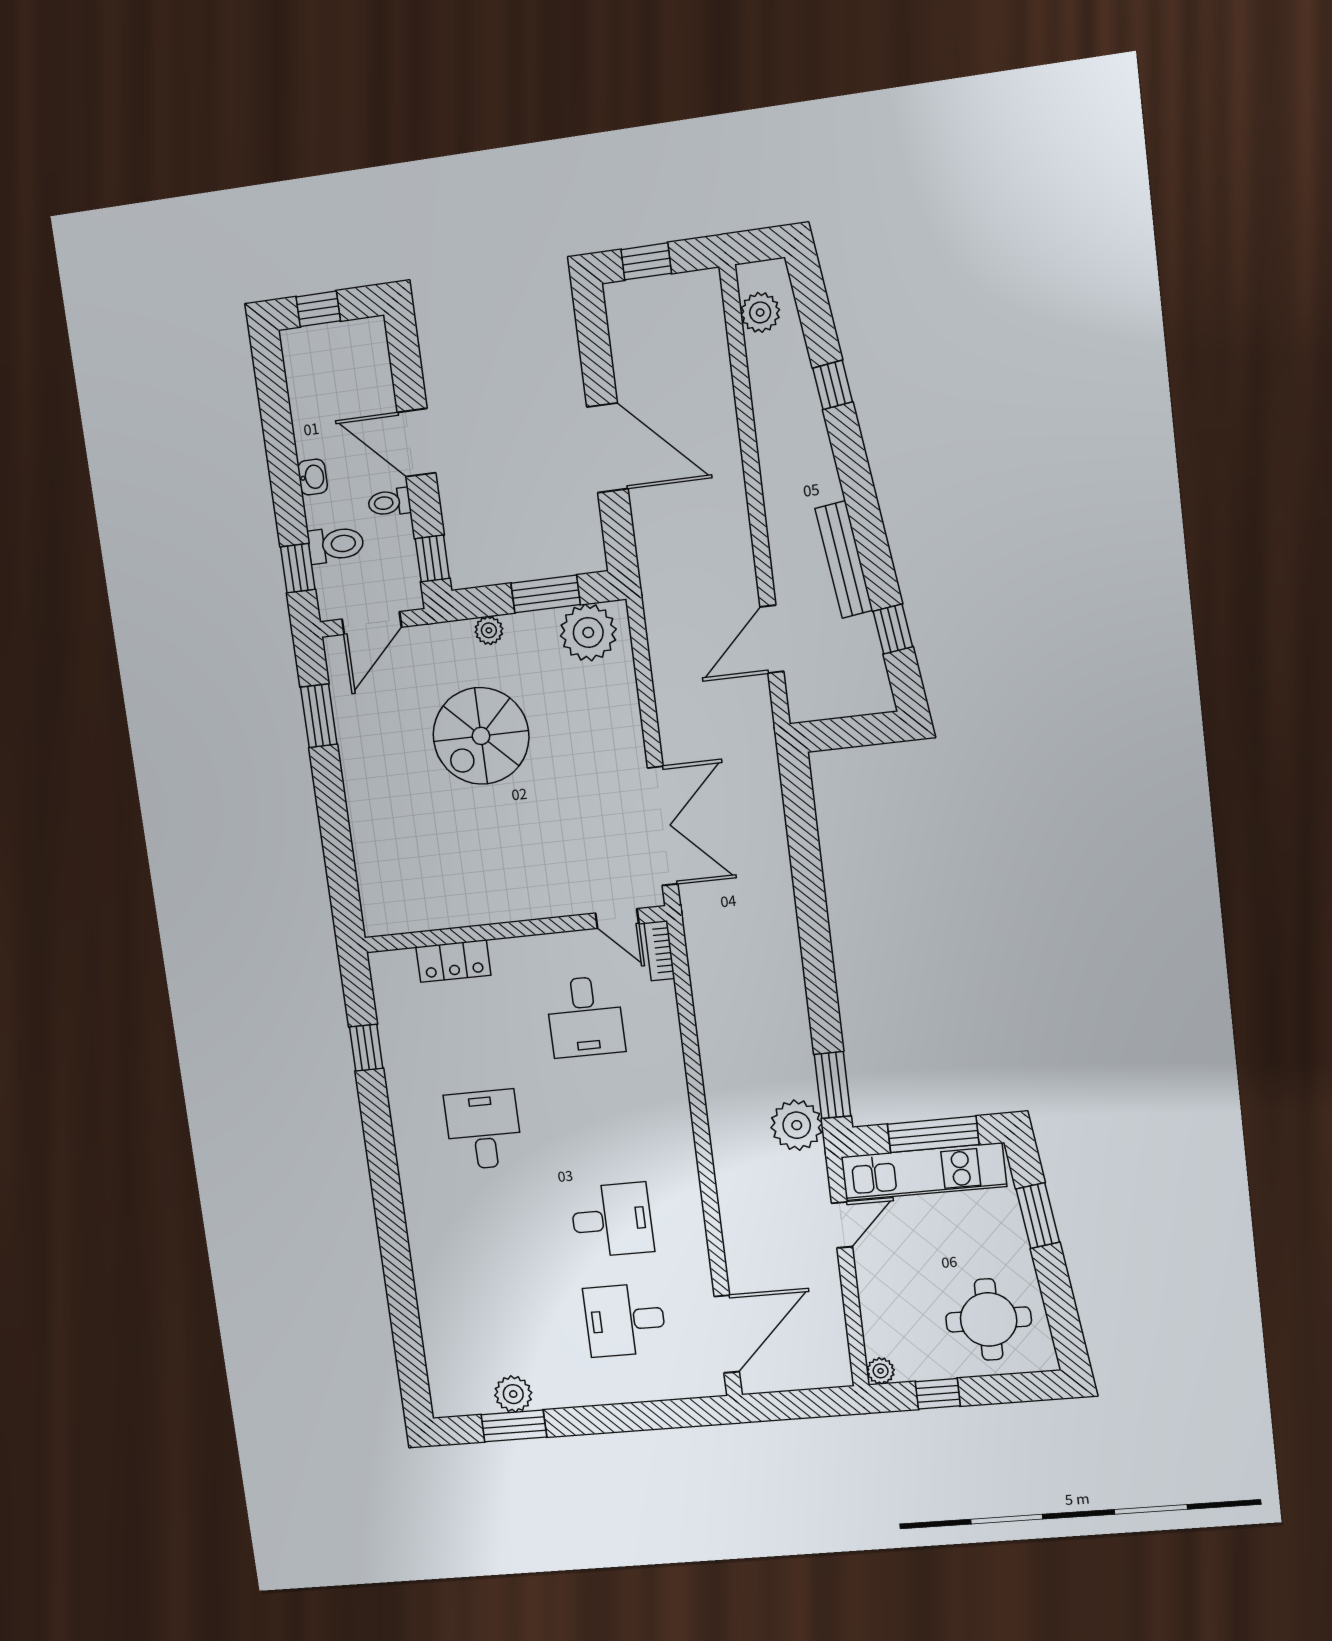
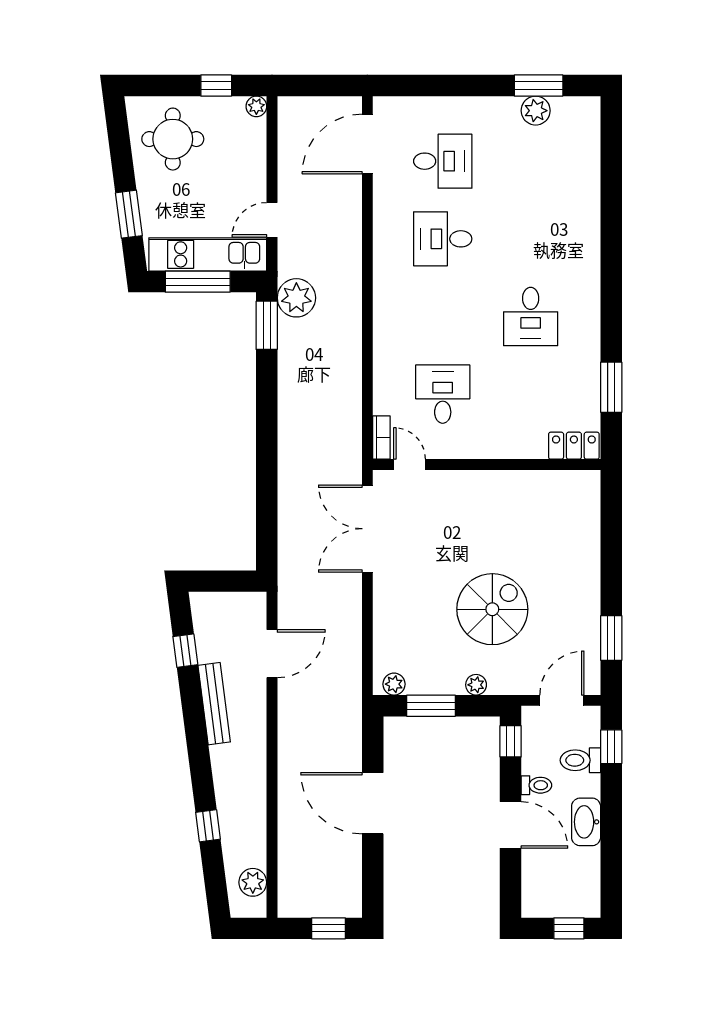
washbasin: (313, 477) -> (586, 822), width x1.91, depth x1.45
plant: (588, 632) -> (394, 684), width x0.53, depth x0.53
locker: (453, 961) -> (574, 446), moved
window: (366, 1048) -> (611, 387), width x1.50

